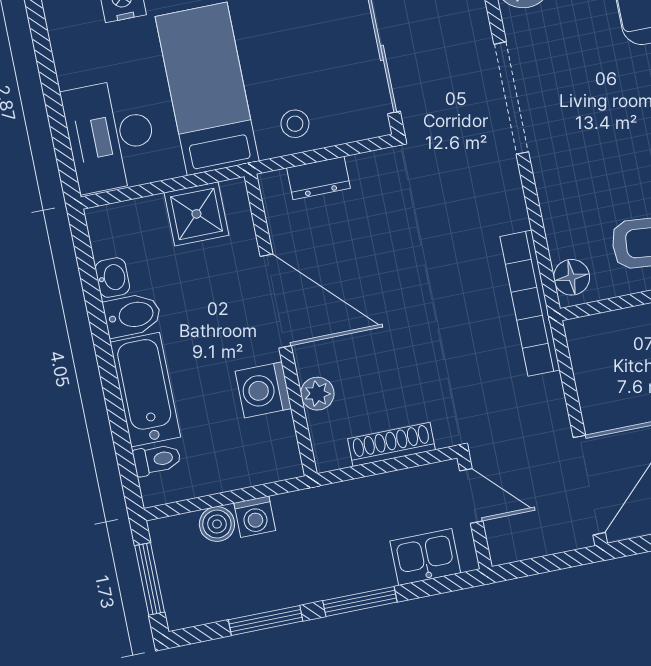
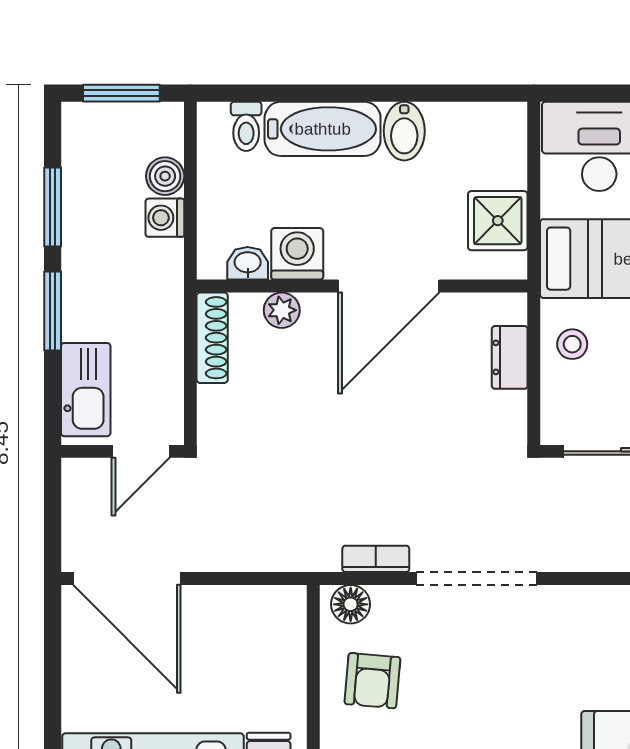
doorway: (511, 98) -> (476, 579), moved
washbasin: (112, 278) -> (248, 263), moved, turned 180
bookcase: (530, 303) -> (376, 559), width x0.43, depth x0.76
shoe rack: (392, 444) -> (212, 338), moved
kitchen sink: (425, 557) -> (86, 390), width x1.38

